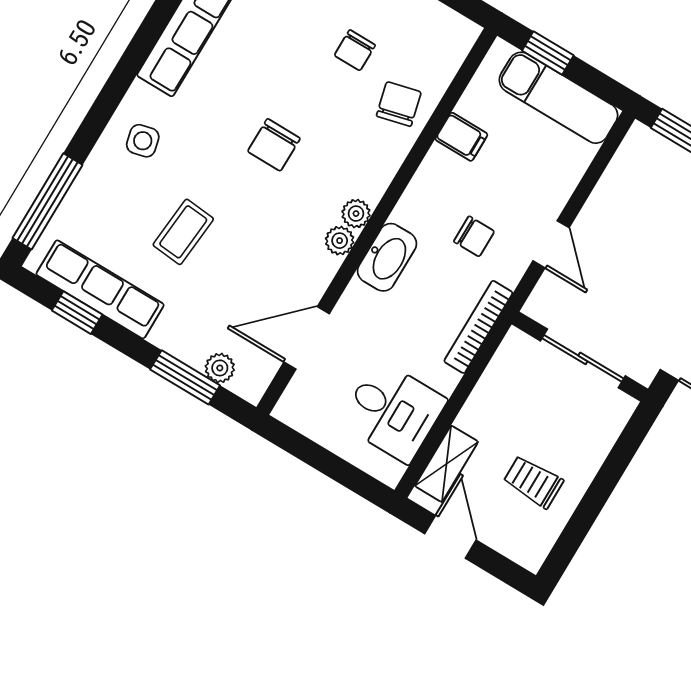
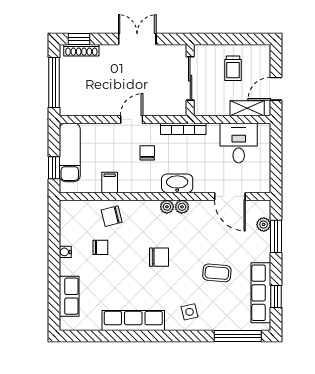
wall: (580, 357) -> (190, 80), moved
sliding door: (583, 358) -> (190, 78), moved

